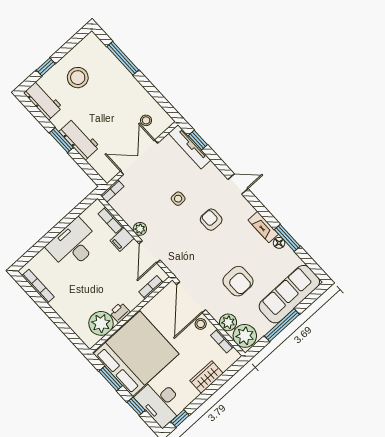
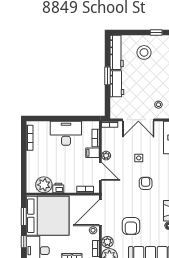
window: (46, 67) -> (156, 33), moved
workbench: (43, 100) -> (117, 52), width x1.38
double door: (139, 157) -> (138, 120), swing flipped
door: (149, 252) -> (100, 171), swing flipped

